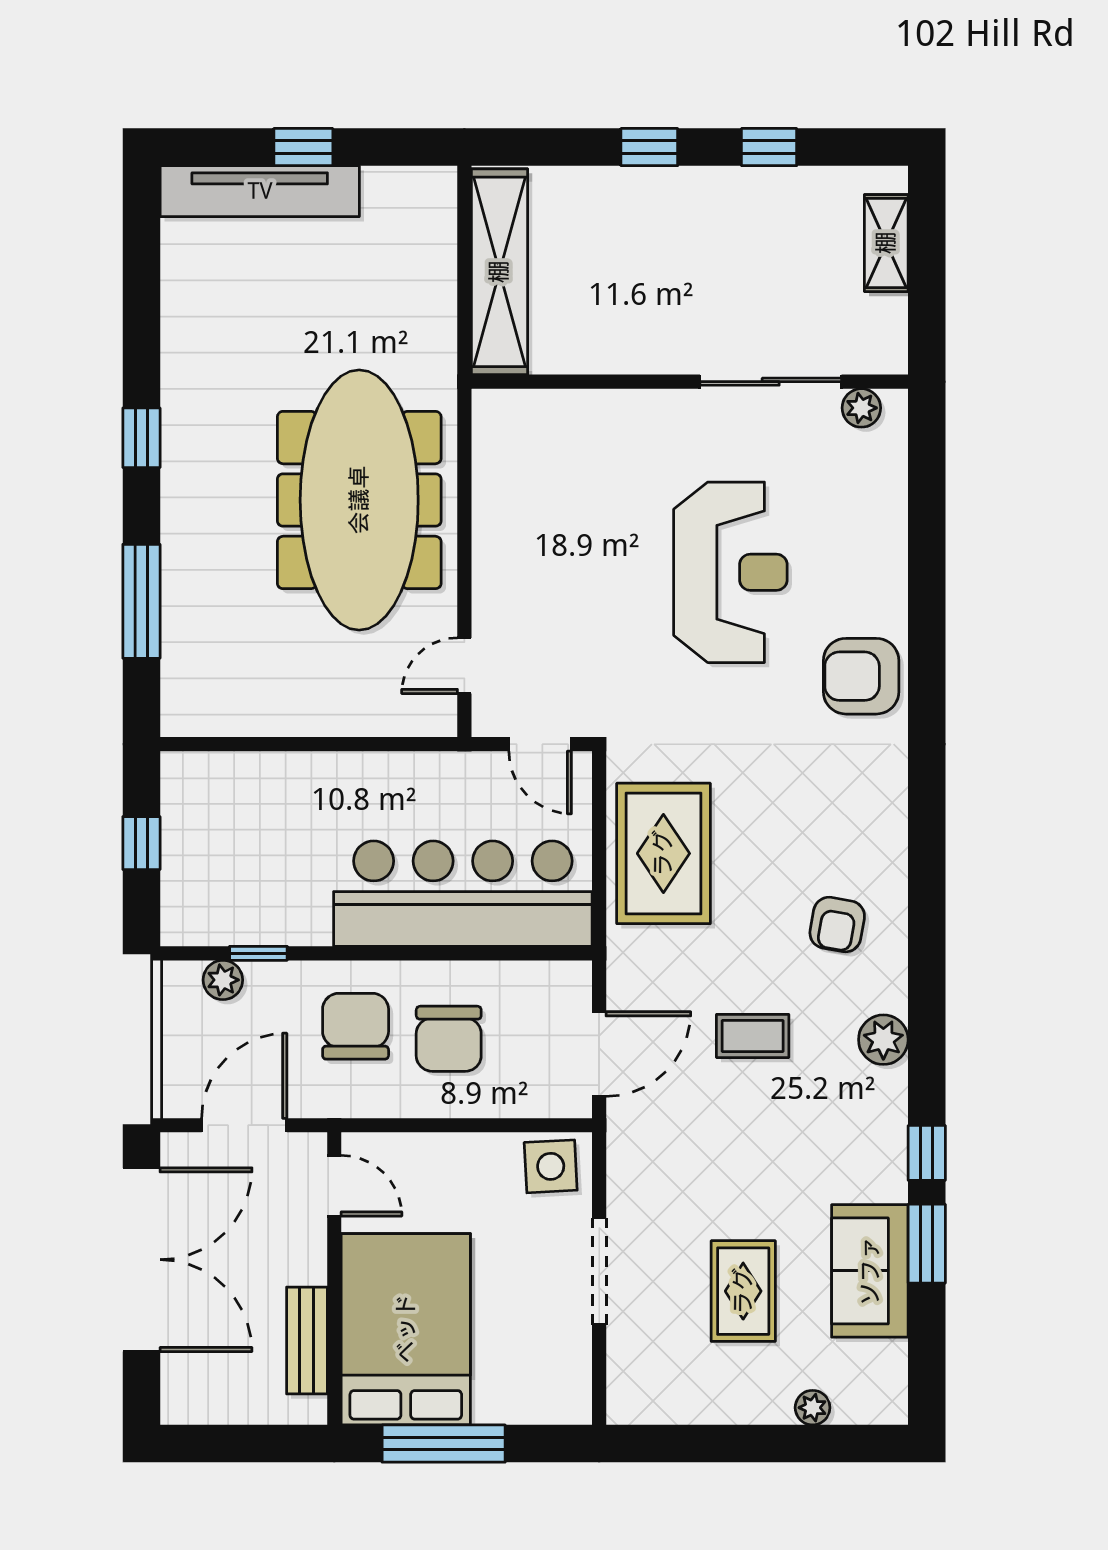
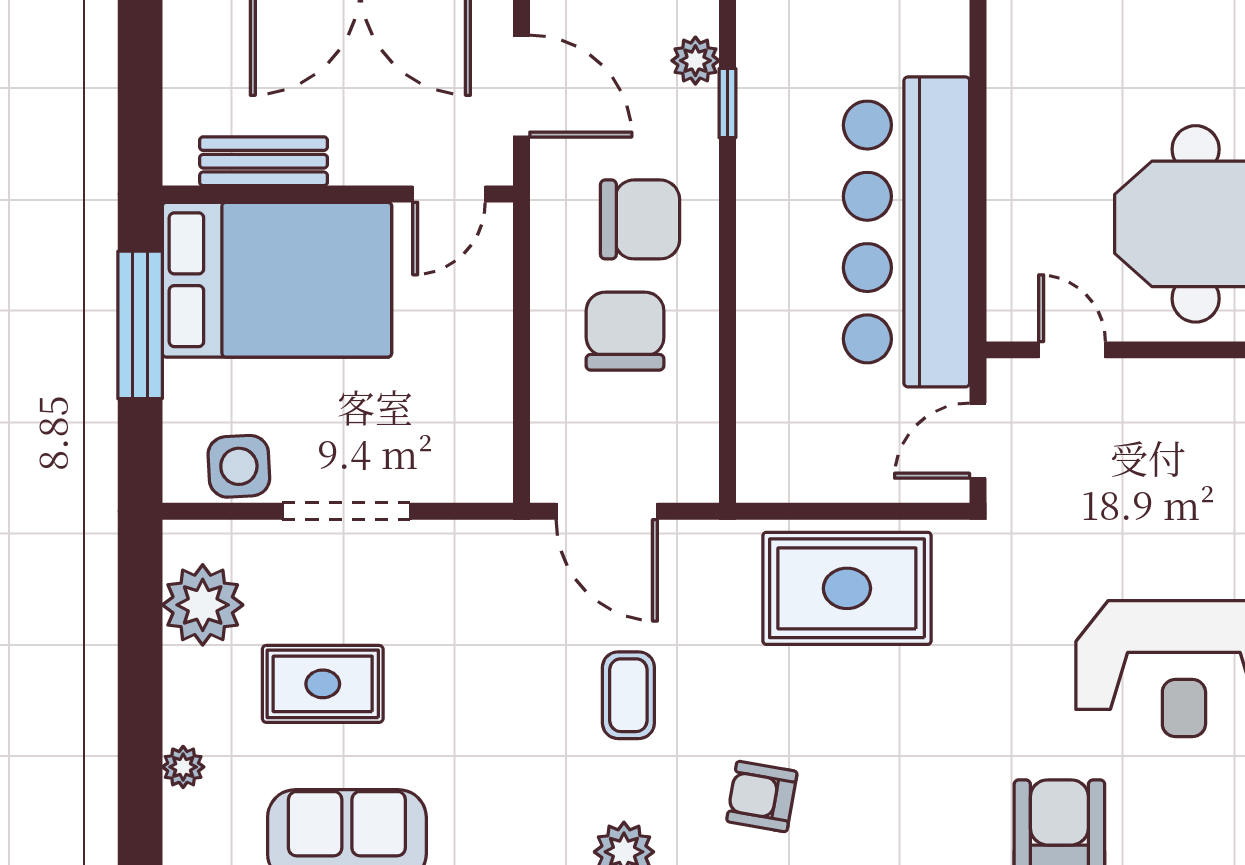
bar counter: (463, 894) -> (906, 232), moved, turned 180
chair: (449, 1039) -> (625, 331), turned 90
side table: (551, 1166) -> (239, 466), moved
plant: (677, 1391) -> (203, 605), added

